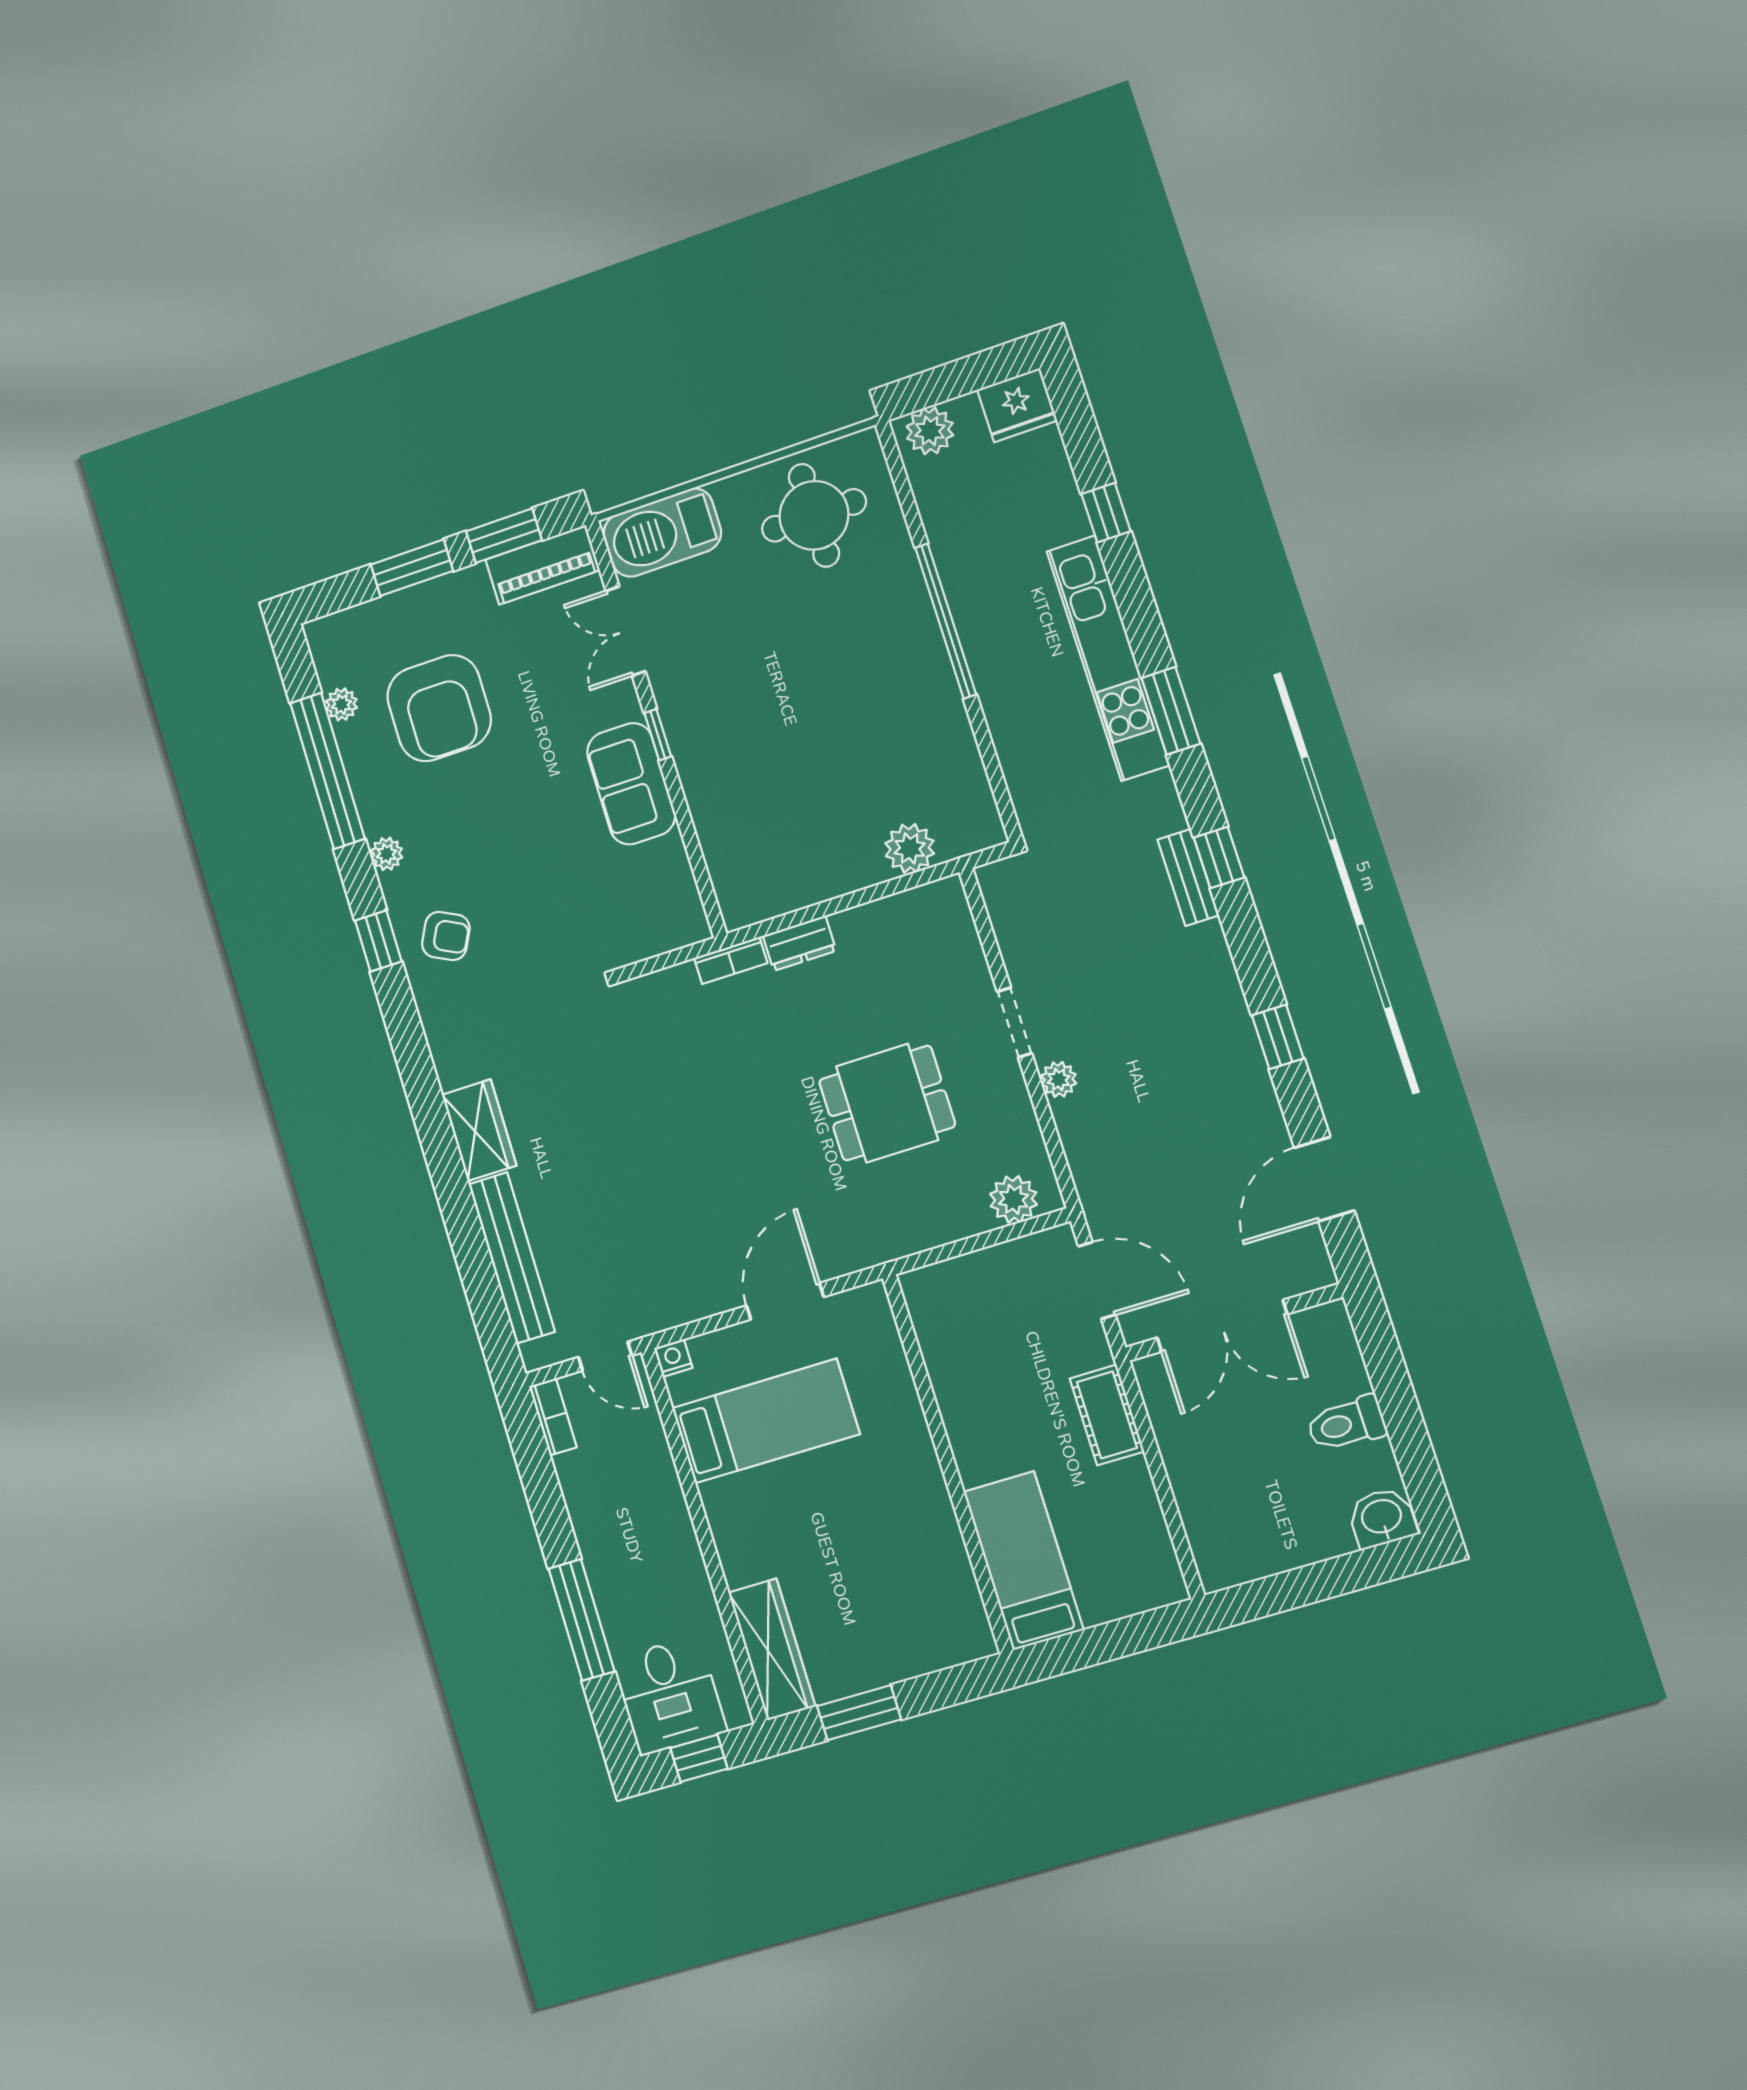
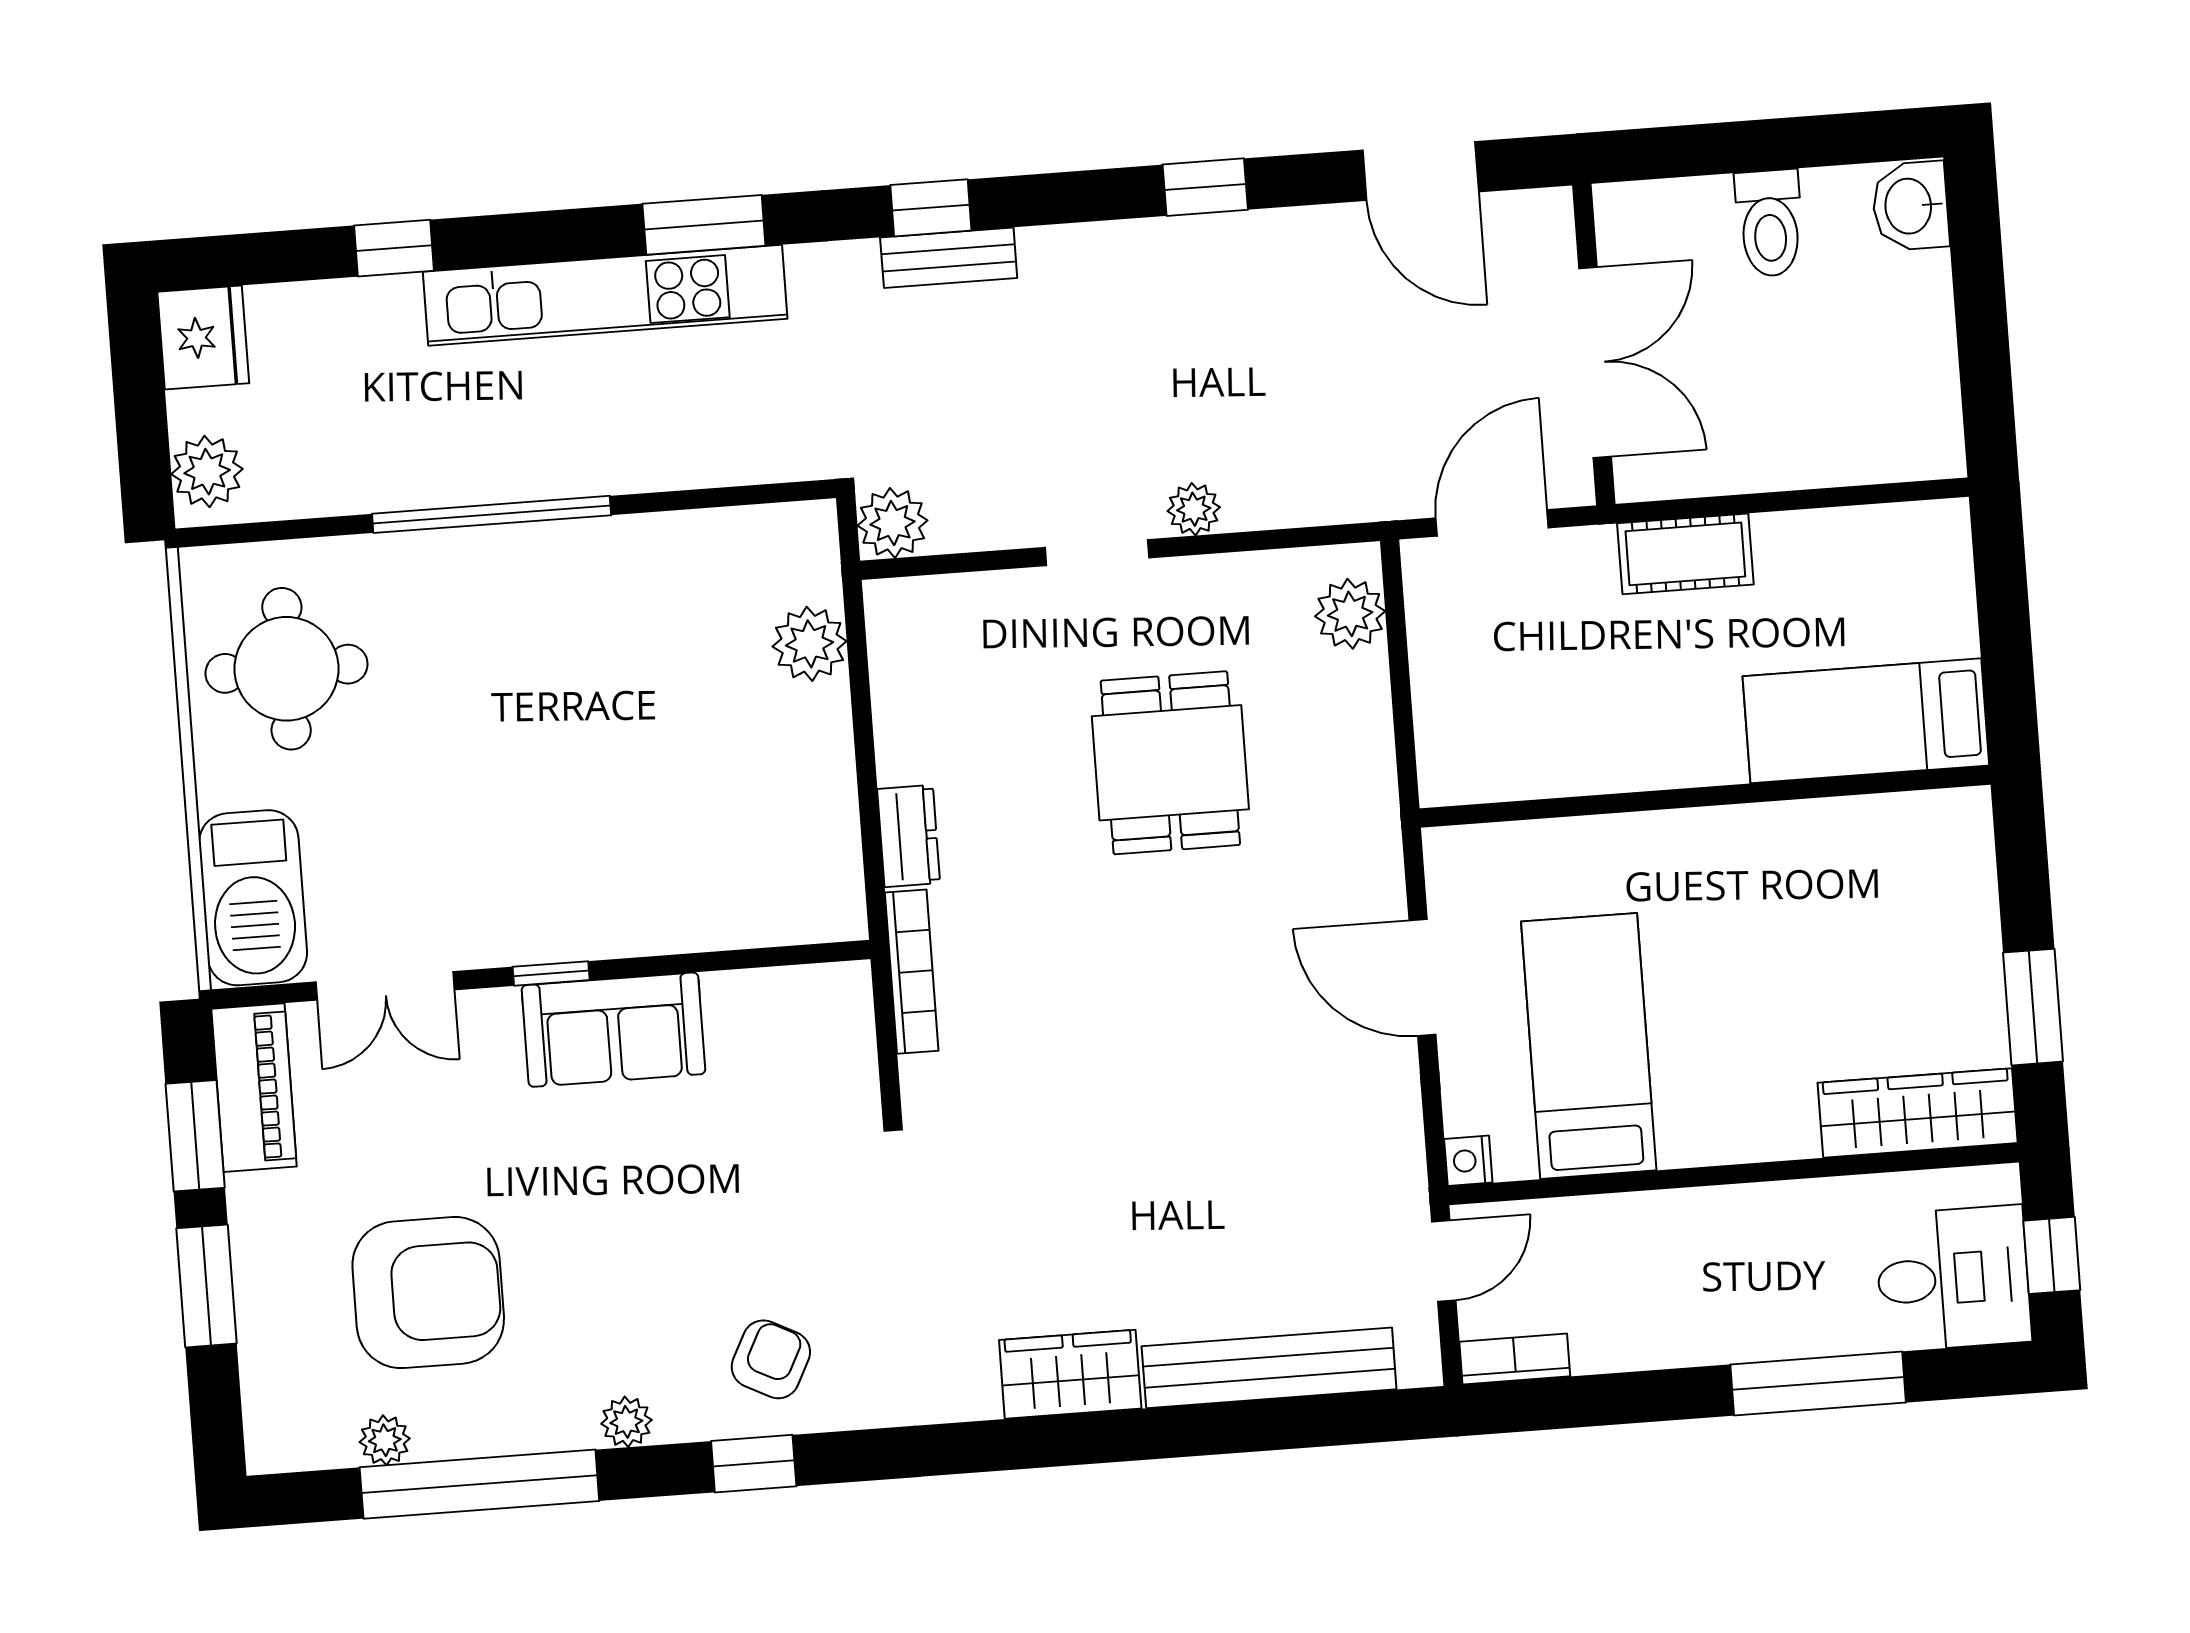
plant: (1002, 883) -> (892, 523), added
bookcase: (731, 961) -> (912, 972), width x1.56

